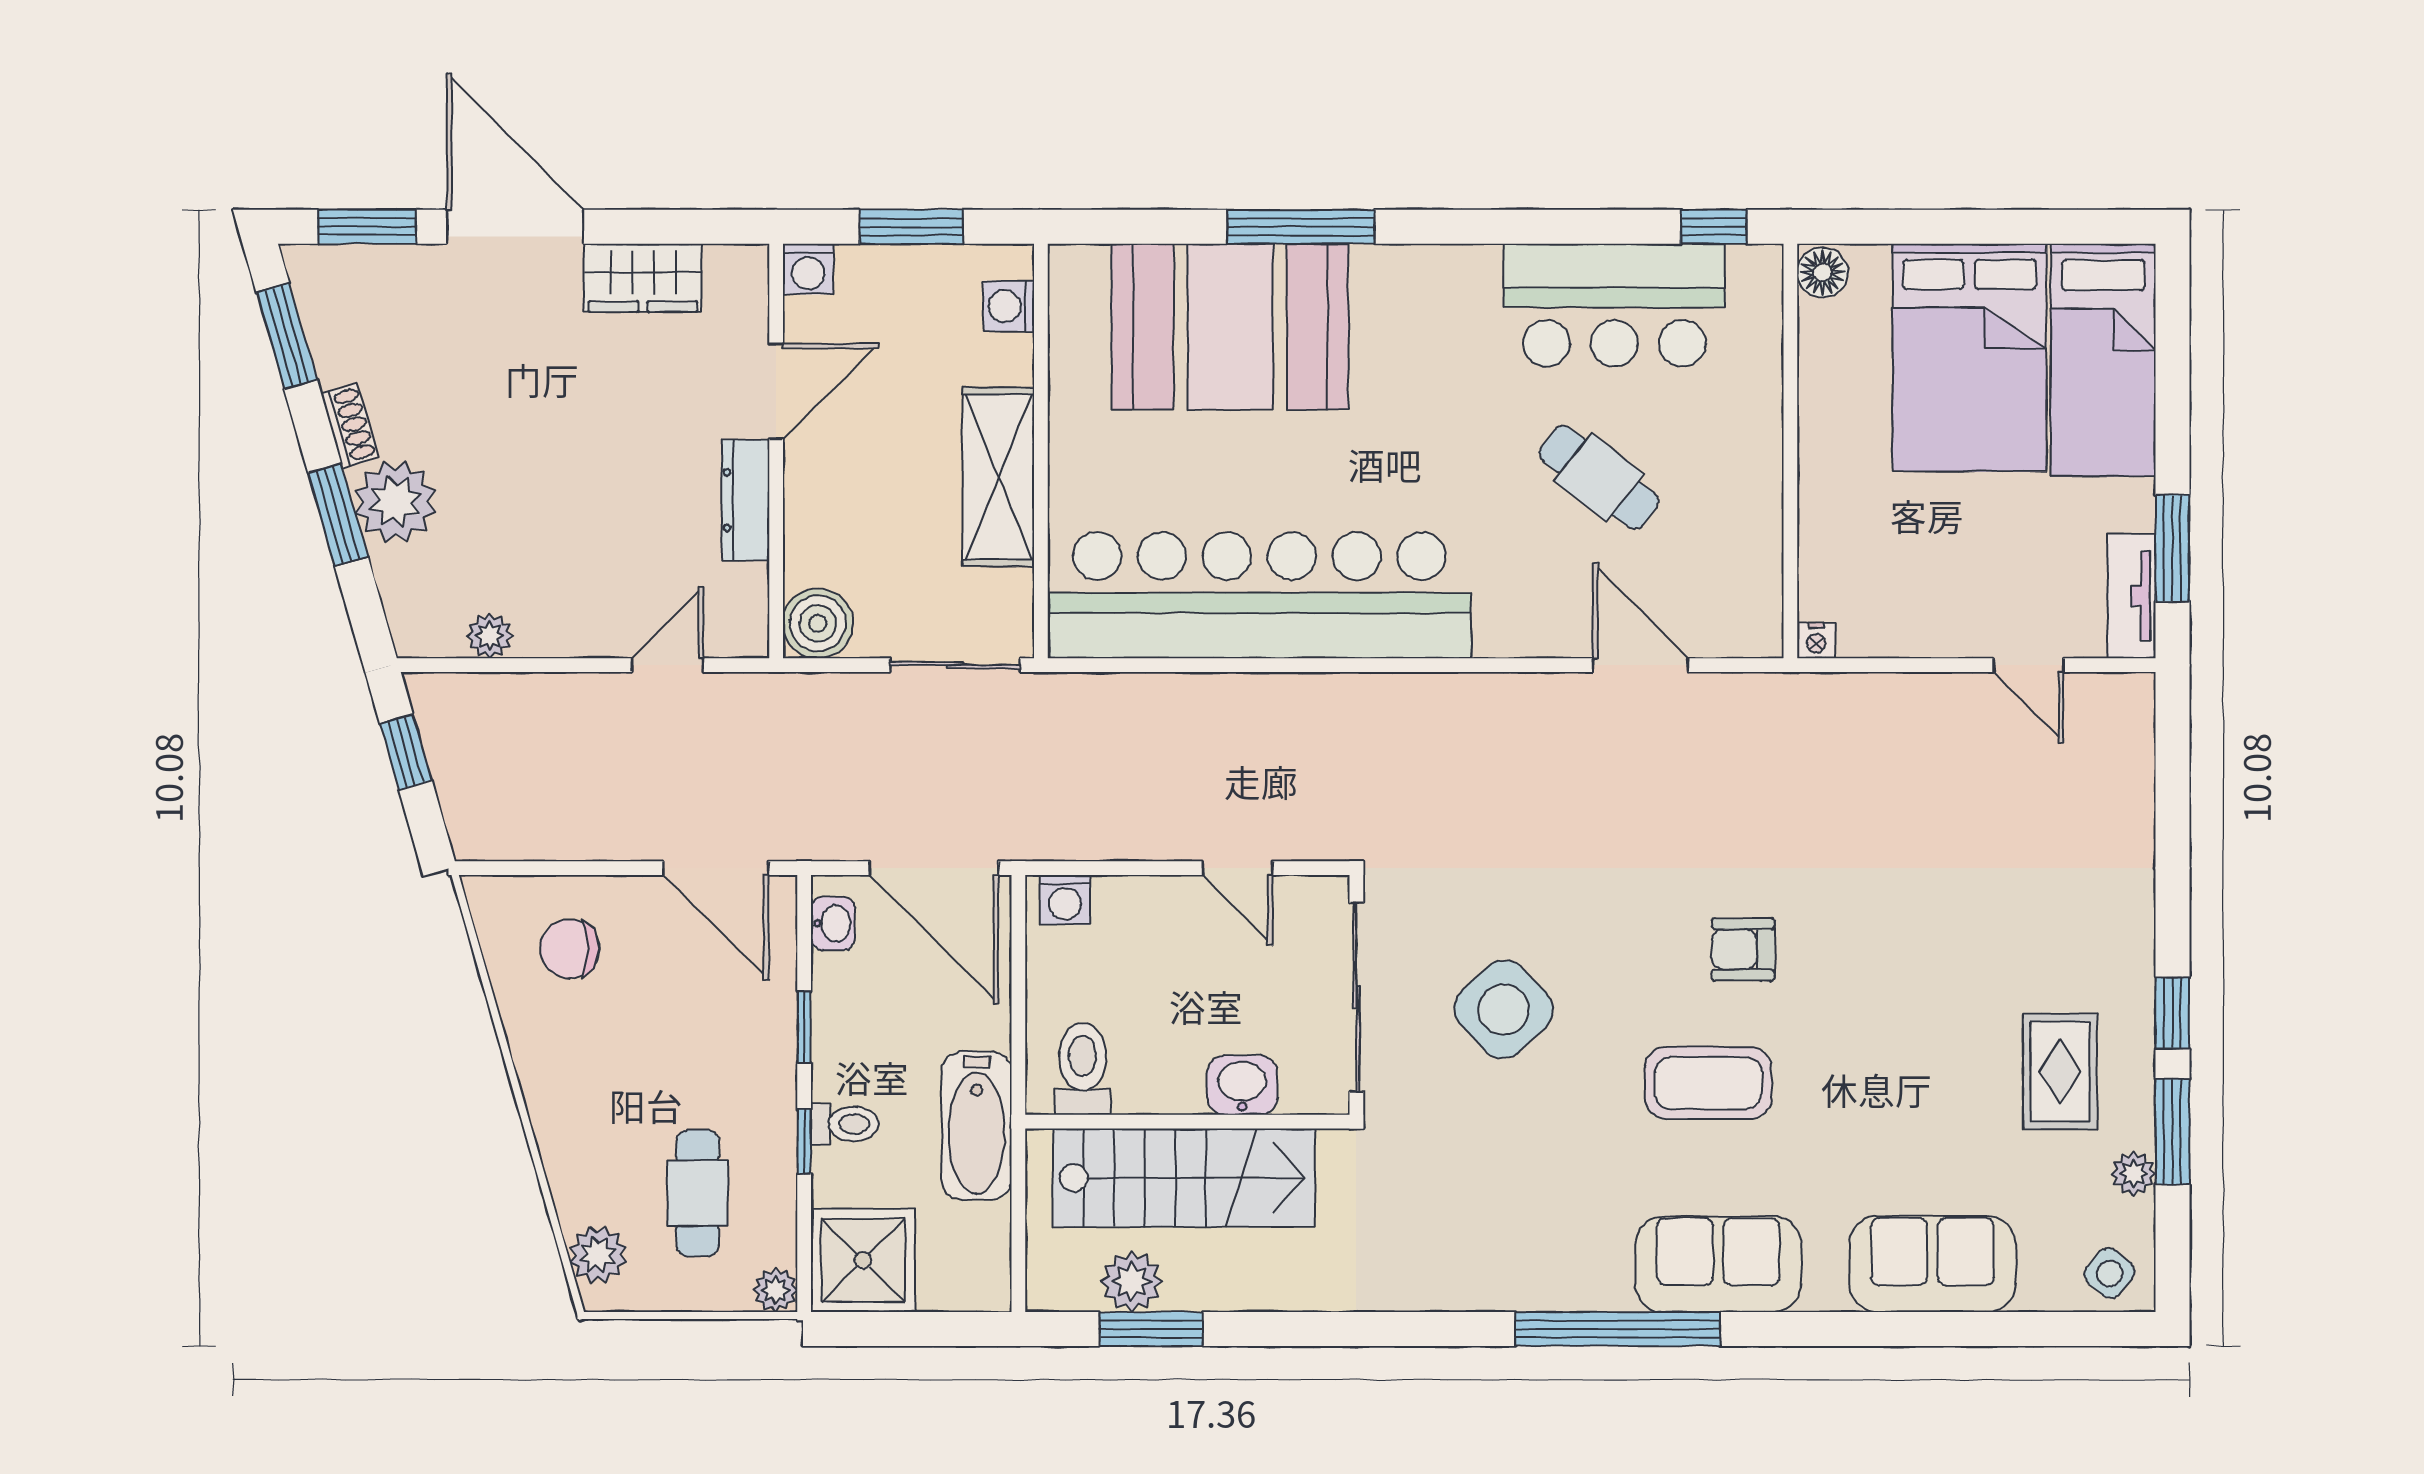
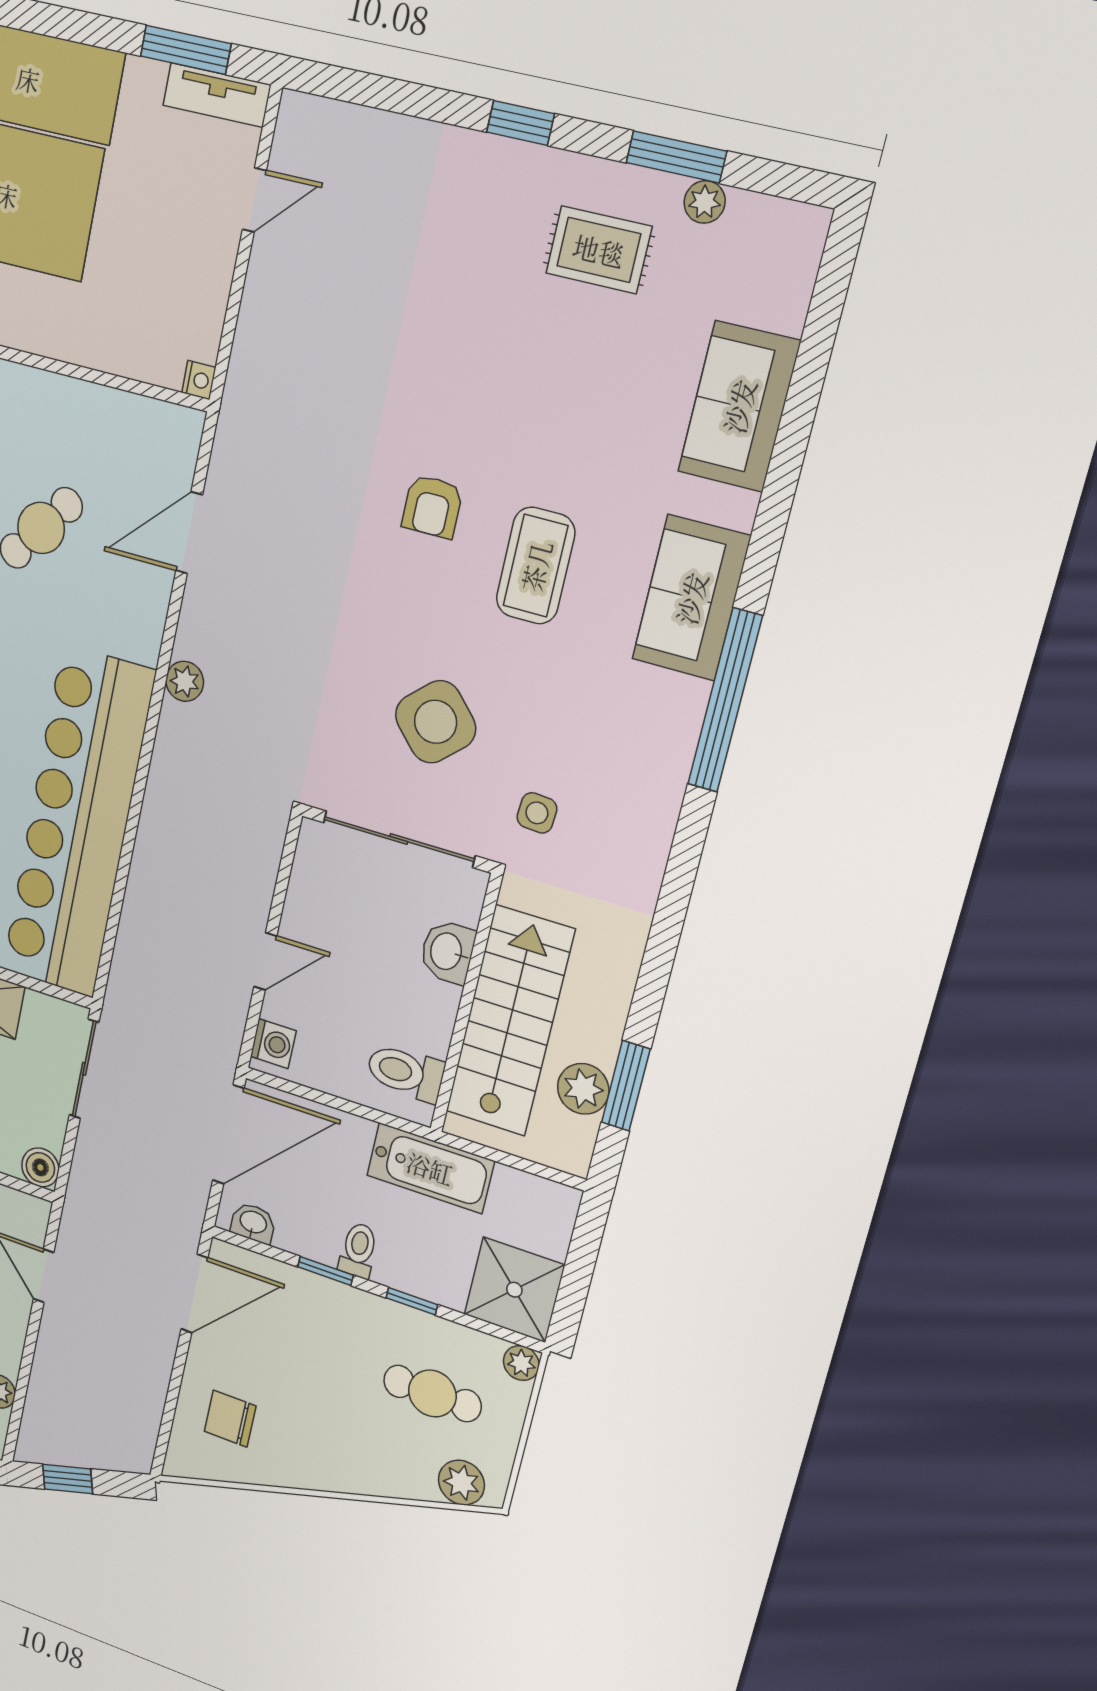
boiler: (818, 623) -> (40, 1167), width x0.73, depth x0.73
plant: (1467, 696) -> (185, 681), added
door: (1238, 868) -> (265, 961), moved
chair: (569, 949) -> (230, 1419), turned 90
window: (2172, 1013) -> (520, 123), moved
toilet: (845, 1124) -> (358, 1250), moved
side table: (2110, 1273) -> (537, 813), moved, turned -35

